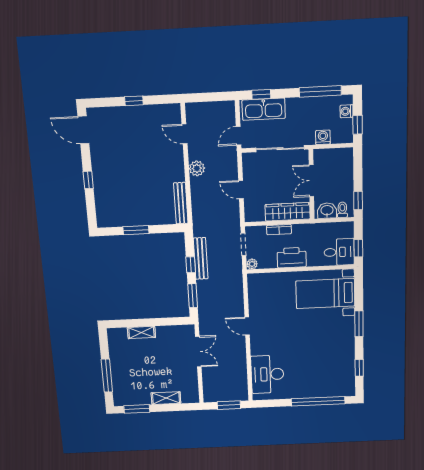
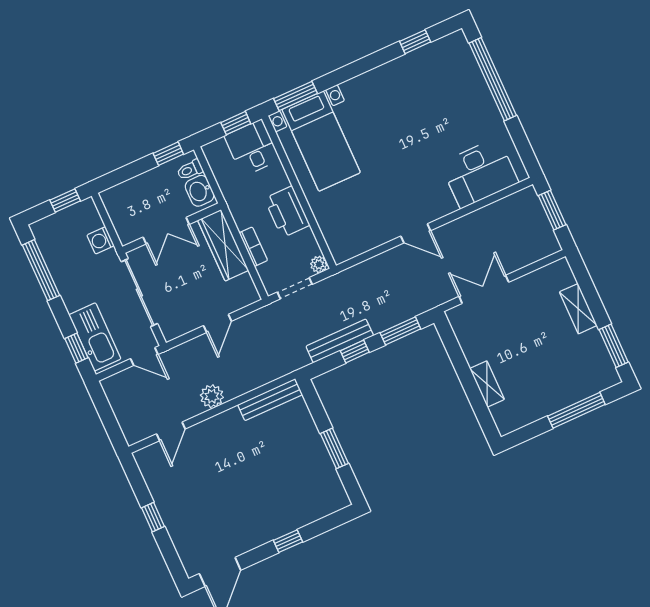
washing machine: (347, 111) -> (53, 223), removed
window: (359, 324) -> (295, 96), moved
door: (247, 326) -> (416, 233), hinge flipped

